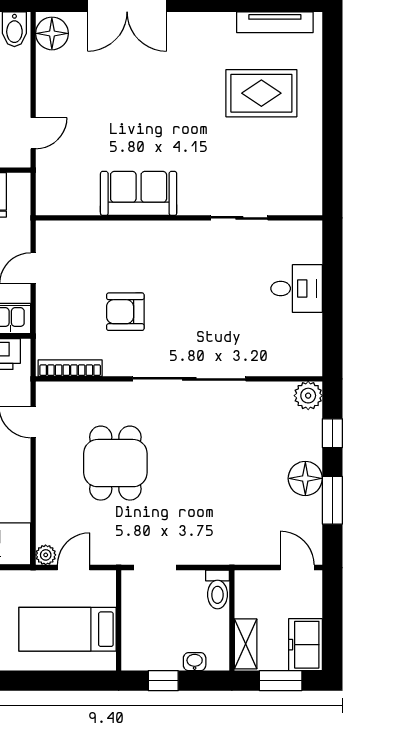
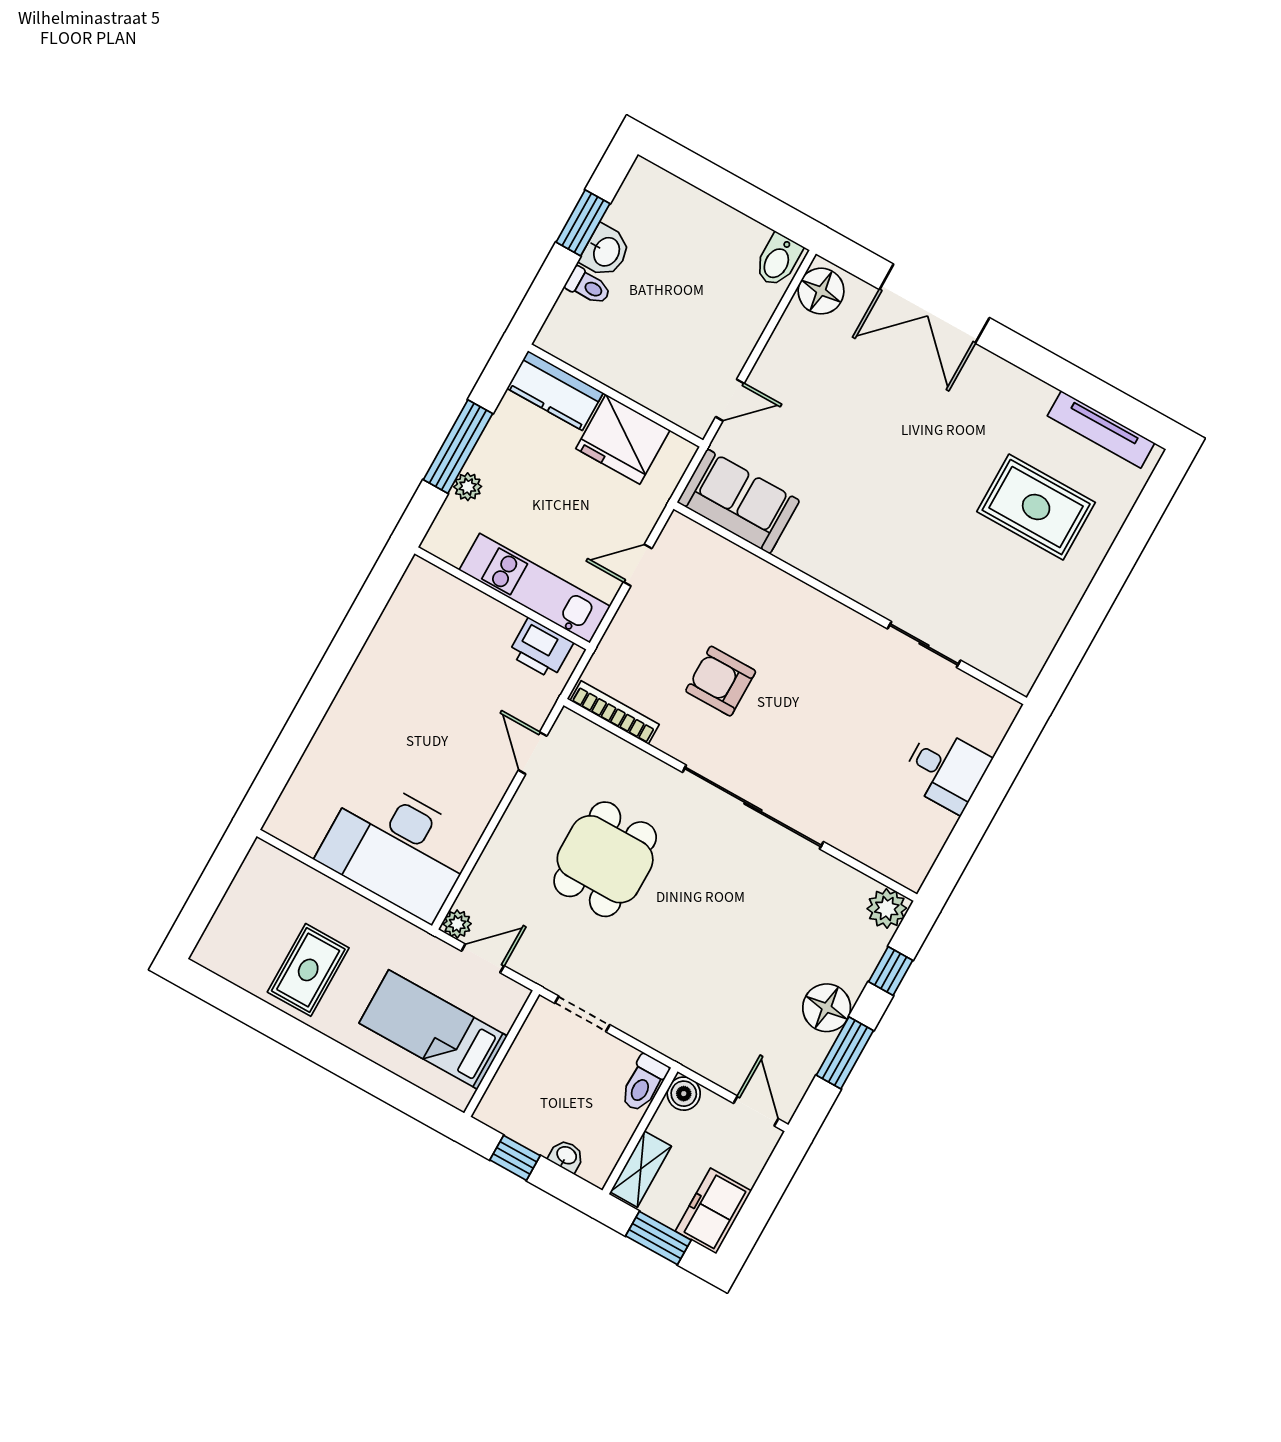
sofa: (139, 193) -> (738, 501), moved
boiler: (246, 582) -> (684, 1094), added

